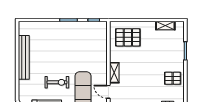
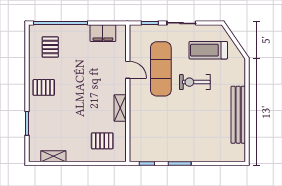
pallet: (128, 37) -> (102, 141), width x0.67, depth x0.71
shelving: (114, 73) -> (120, 108), moved

